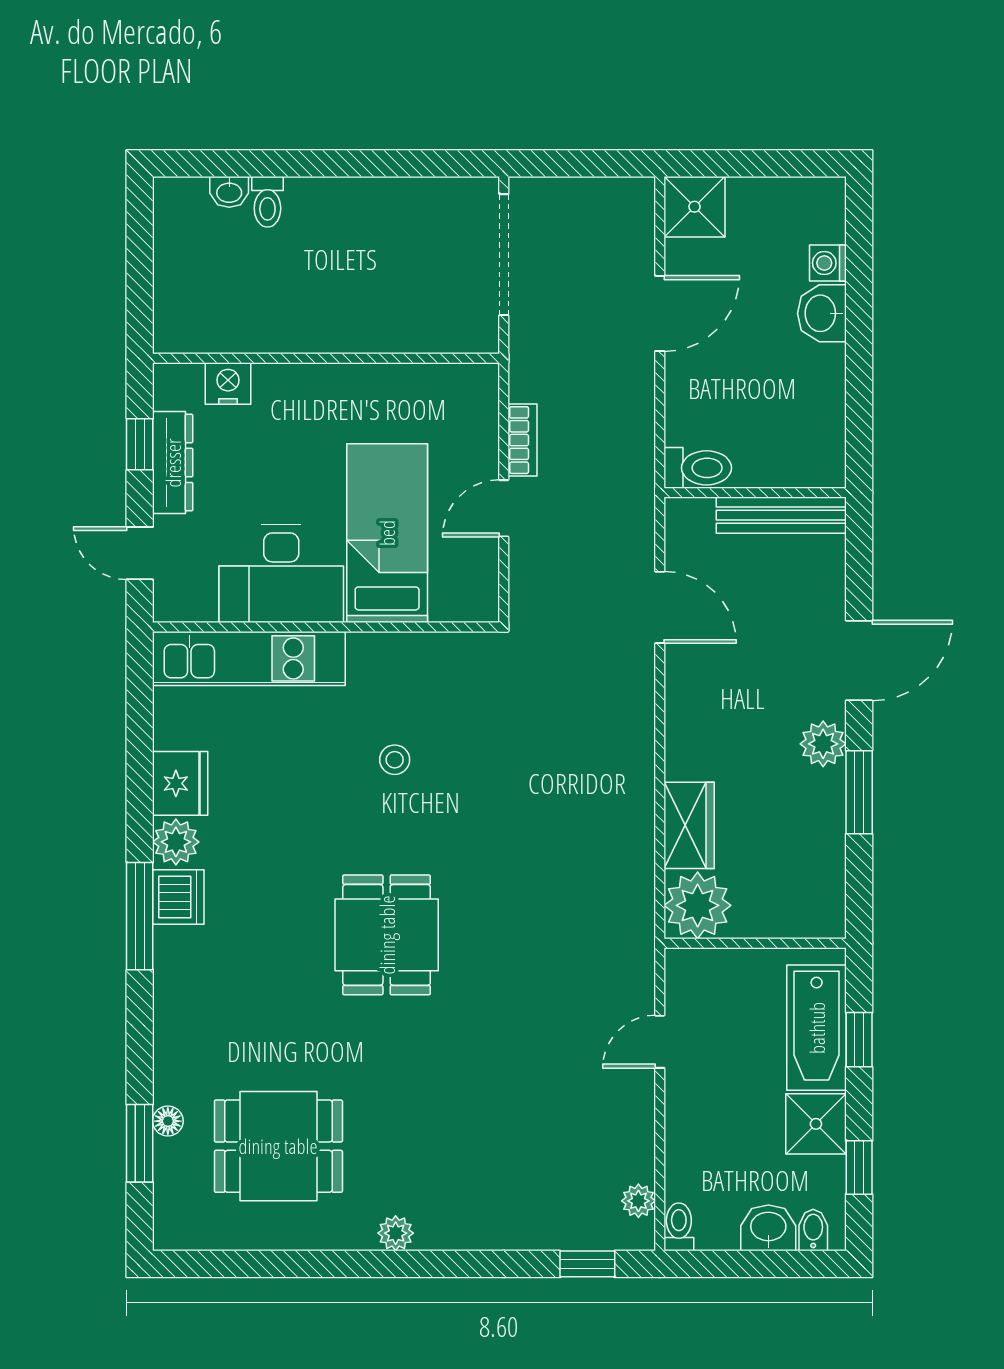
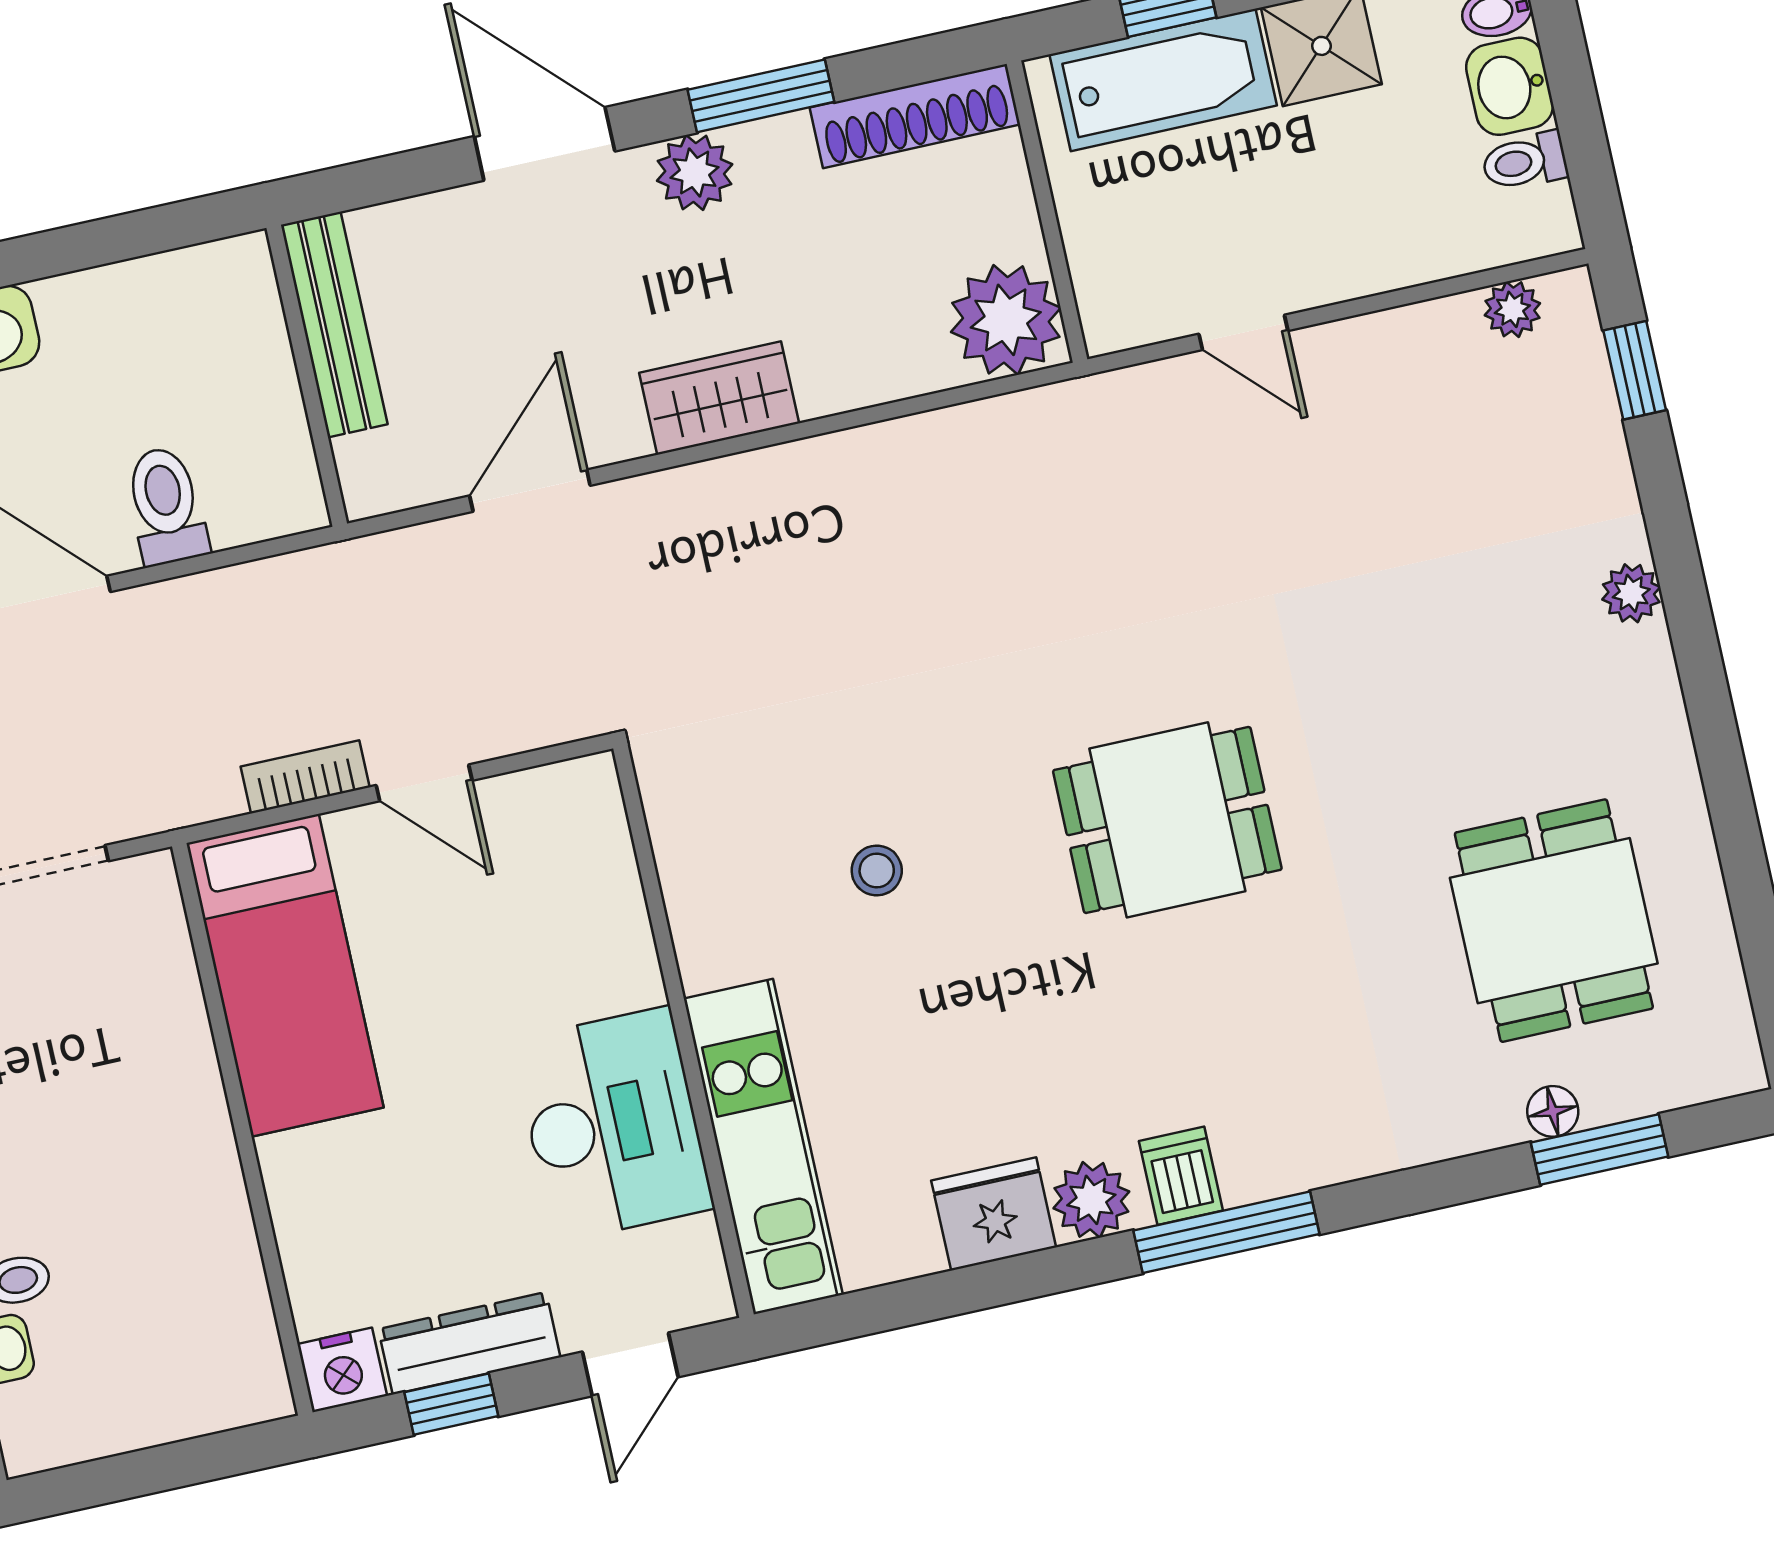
nightstand: (228, 384) -> (342, 1370), moved, turned -90
toilet: (698, 468) -> (166, 506), moved
bed: (387, 533) -> (285, 975), moved, turned -90
wardrobe: (689, 825) -> (719, 398), moved
shoe rack: (828, 879) -> (915, 116), added
dishwasher: (178, 897) -> (1181, 1176), width x0.73
toilet: (679, 1227) -> (1525, 161), moved
plant: (396, 1233) -> (1631, 593), moved

